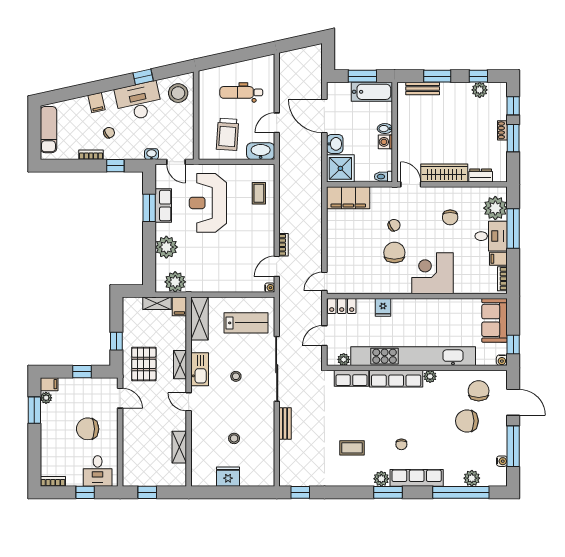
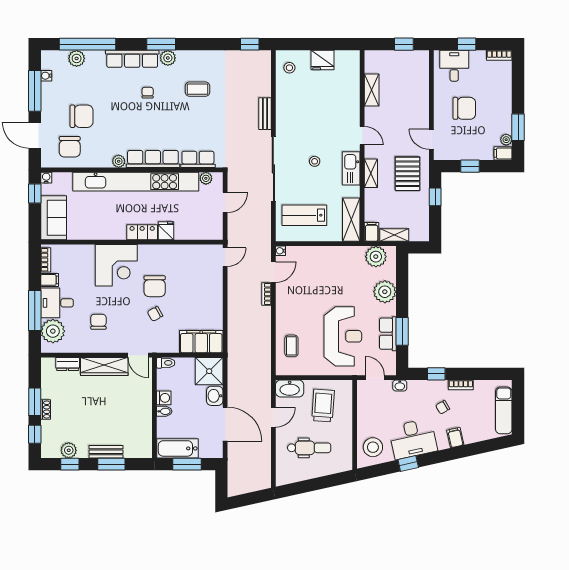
bench: (423, 89) -> (106, 452), moved
locker: (342, 306) -> (142, 232), moved
stool: (234, 438) -> (289, 68), moved

